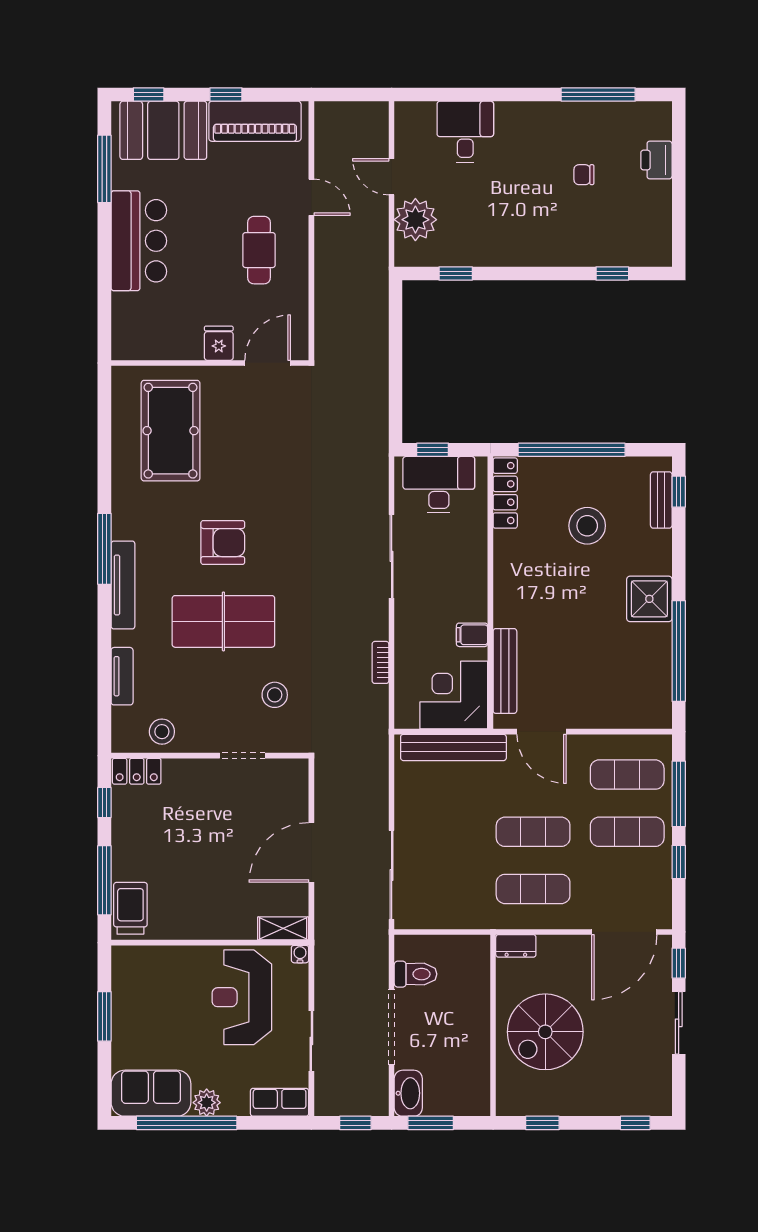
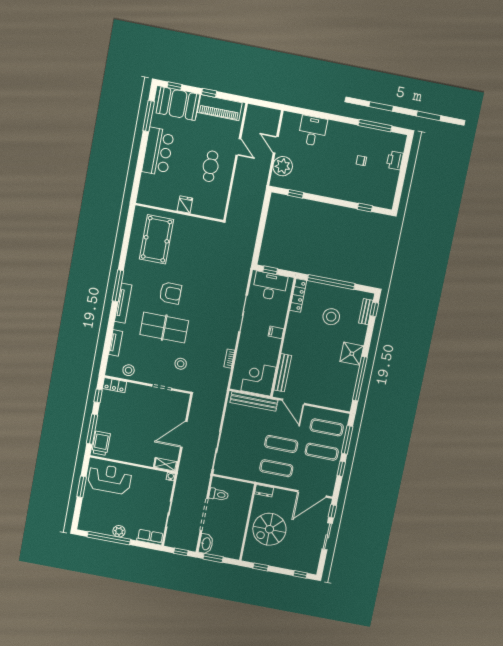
door: (268, 363) -> (205, 218), removed
filing cabinet: (472, 635) -> (276, 332), moved
reception desk: (242, 997) -> (110, 479), moved, turned 90
sofa: (151, 1093) -> (96, 523), removed

